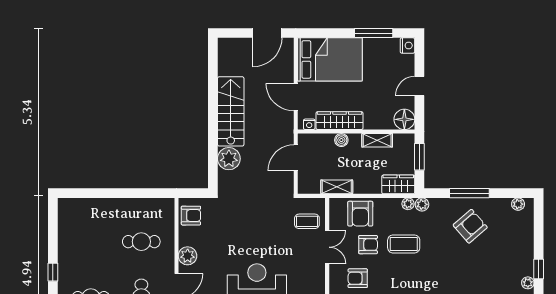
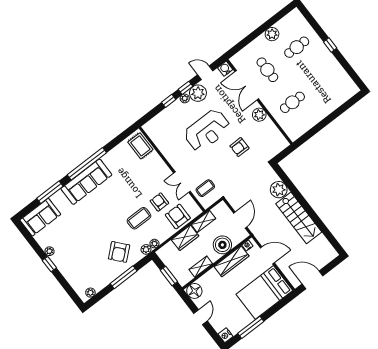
door: (267, 33) -> (313, 280), hinge flipped
boiler: (341, 140) -> (222, 245), width x1.86, depth x1.86
wardrobe: (398, 184) -> (185, 238), moved
armchair: (191, 216) -> (239, 147), moved
armchair: (470, 226) -> (119, 252), moved
armchair: (368, 245) -> (159, 202), turned 90
armchair: (358, 278) -> (150, 178), removed

